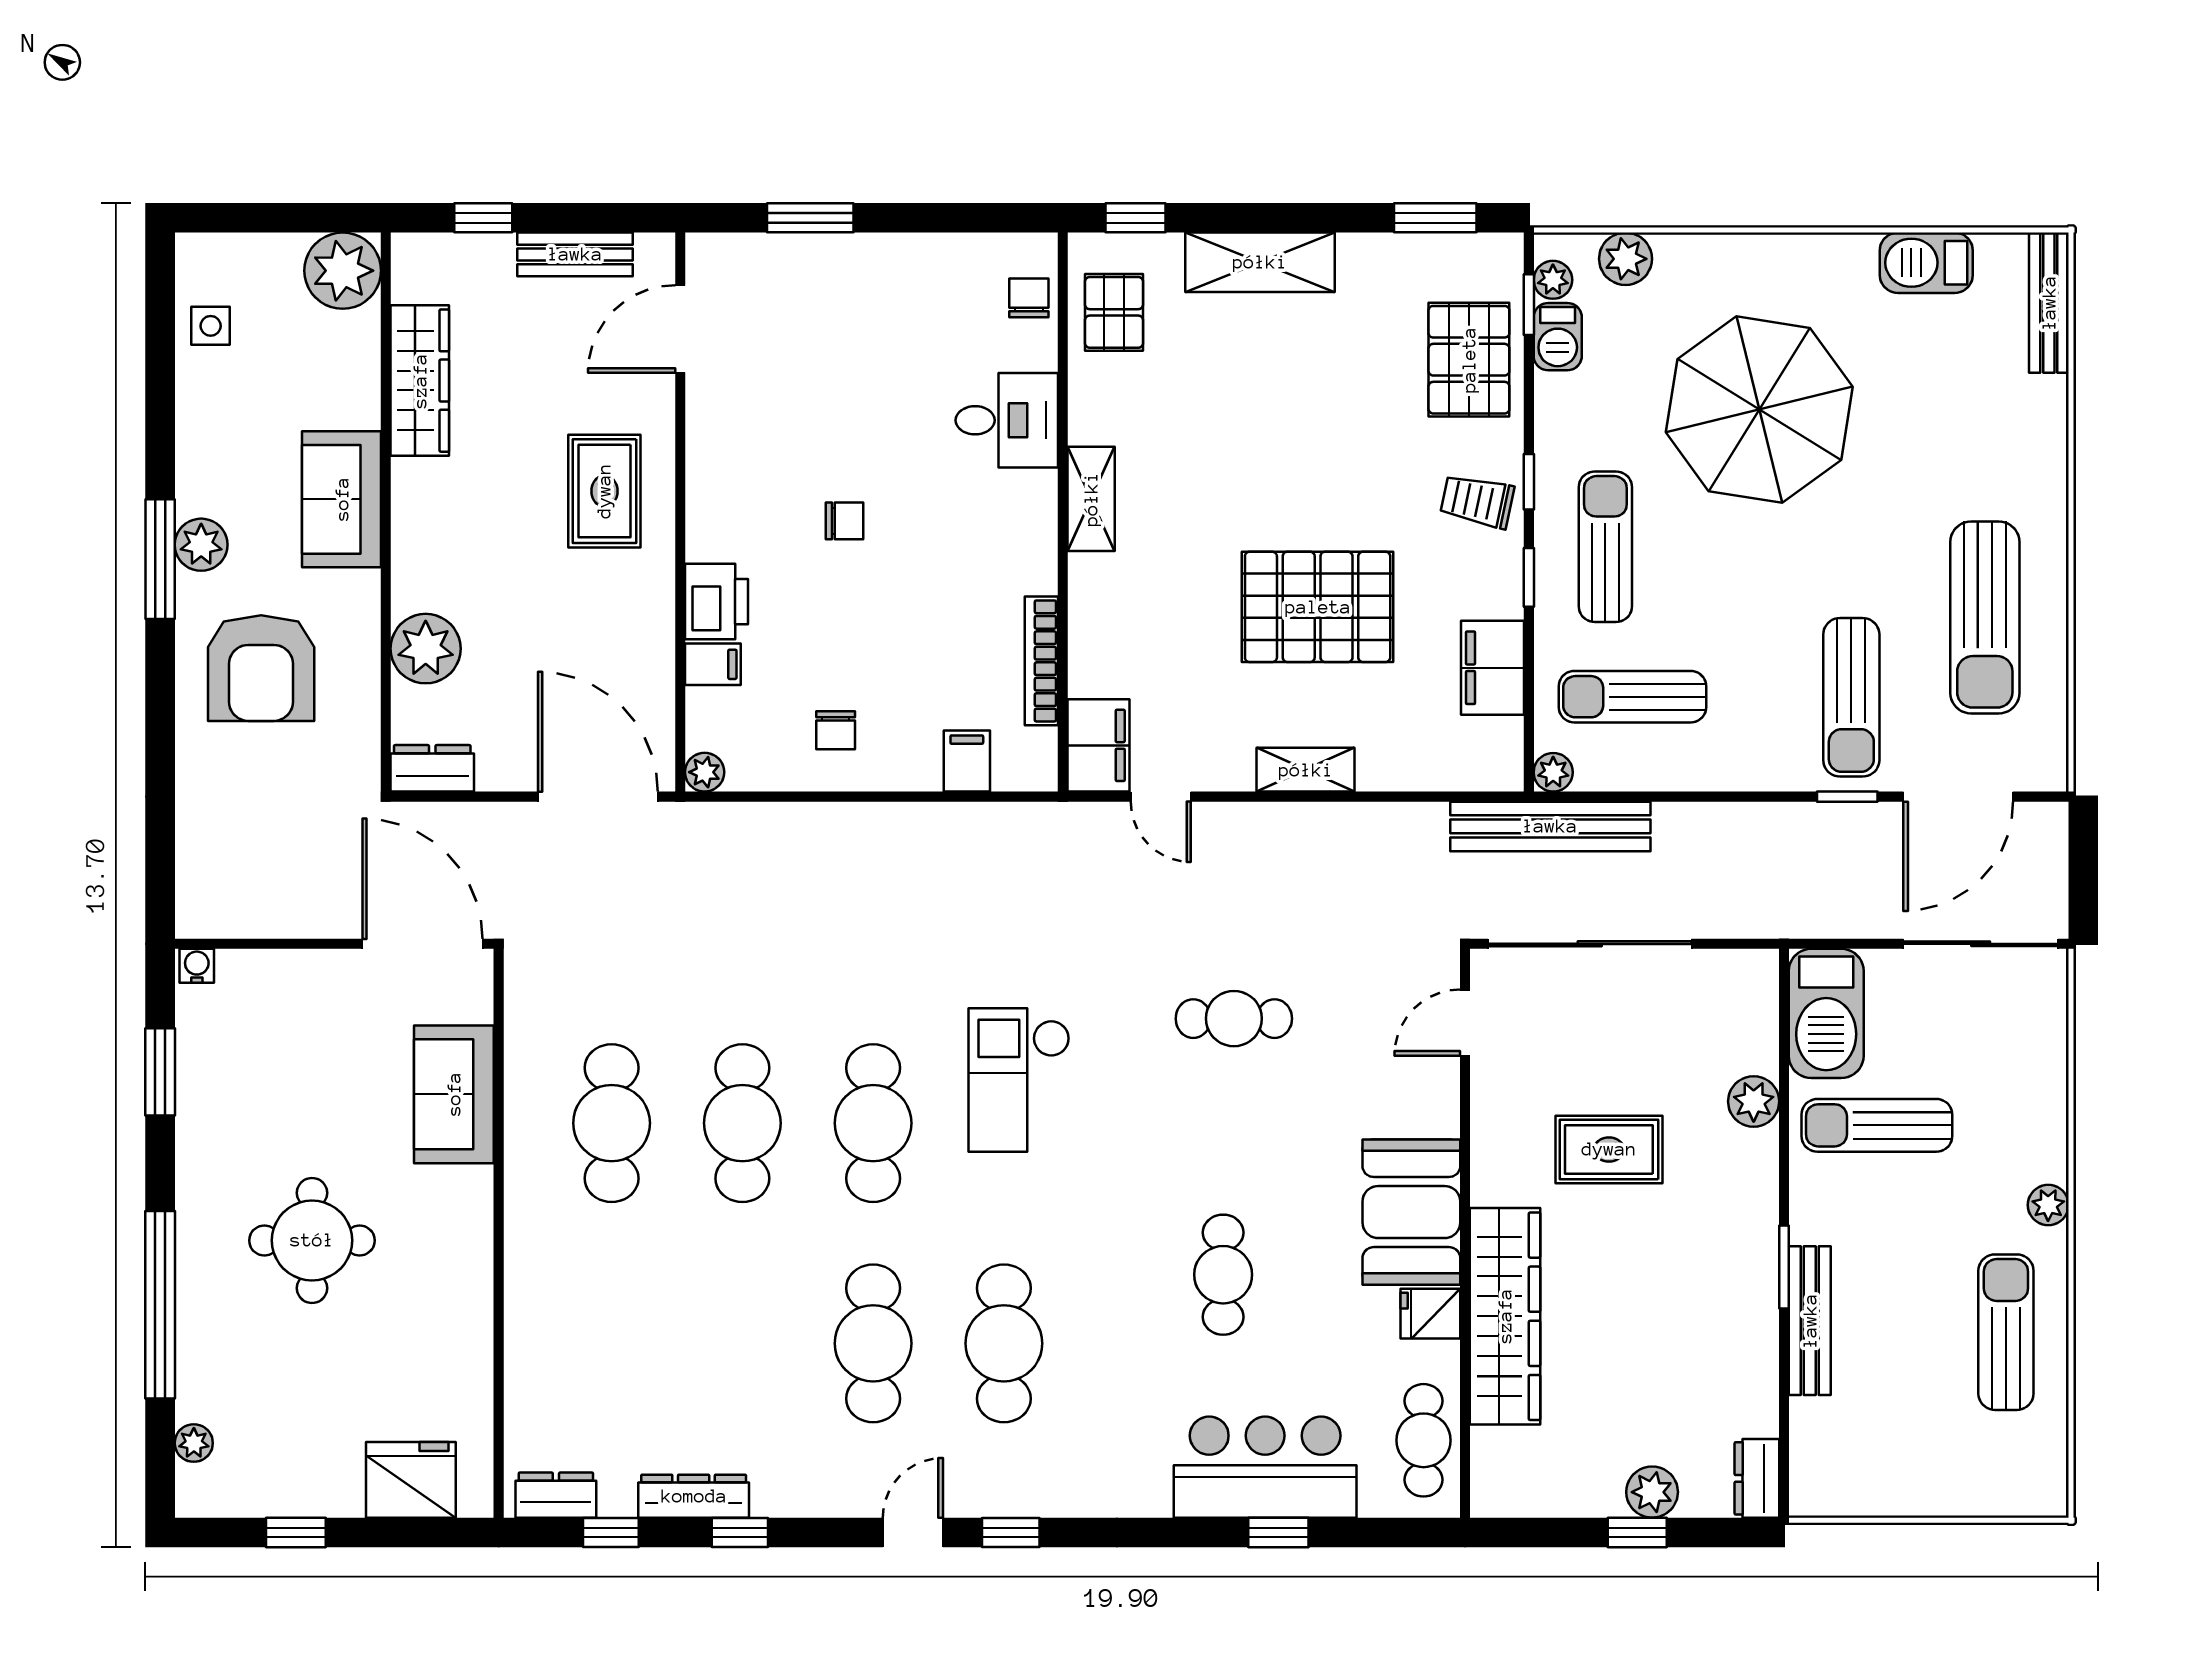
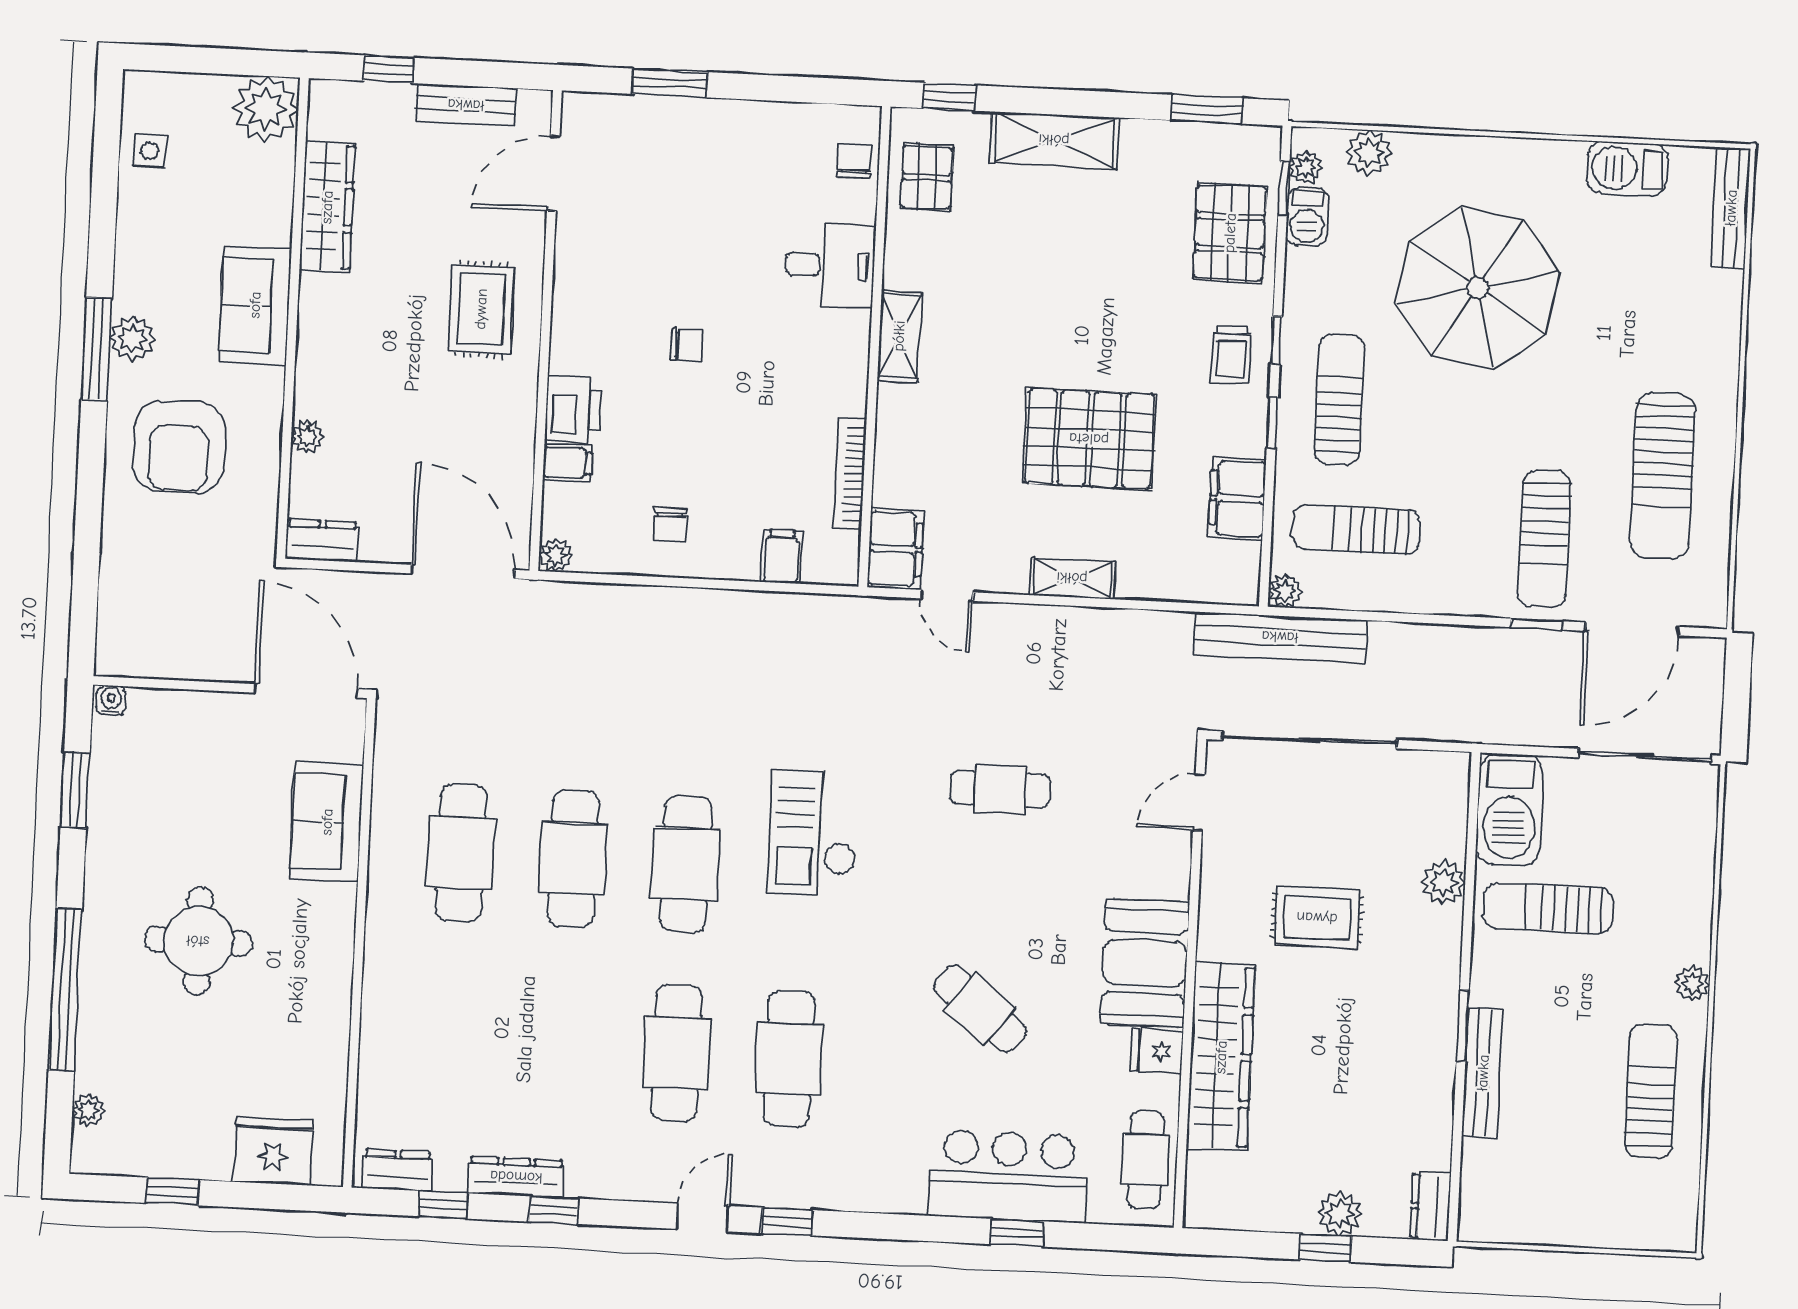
trolley: (1477, 501) -> (1231, 355), turned -102
plant: (426, 649) -> (307, 437), width x0.53, depth x0.53
cafe table: (1223, 1275) -> (980, 1009), turned -51

